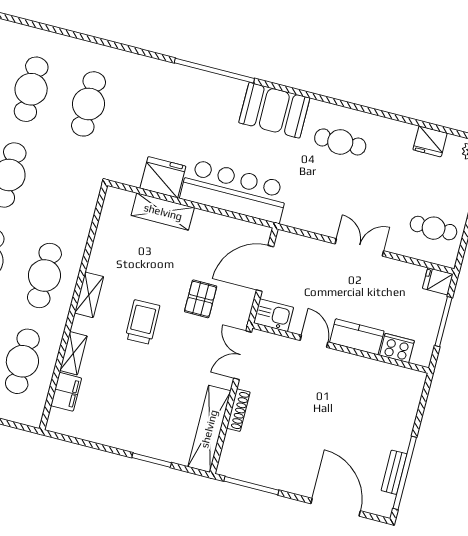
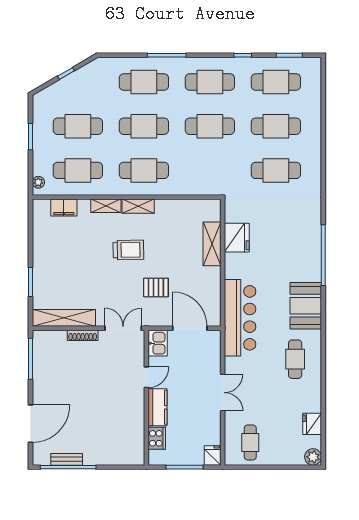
bar counter: (234, 191) -> (240, 318), moved
shelving: (73, 353) -> (106, 206), moved
plant: (25, 417) -> (38, 182), added

